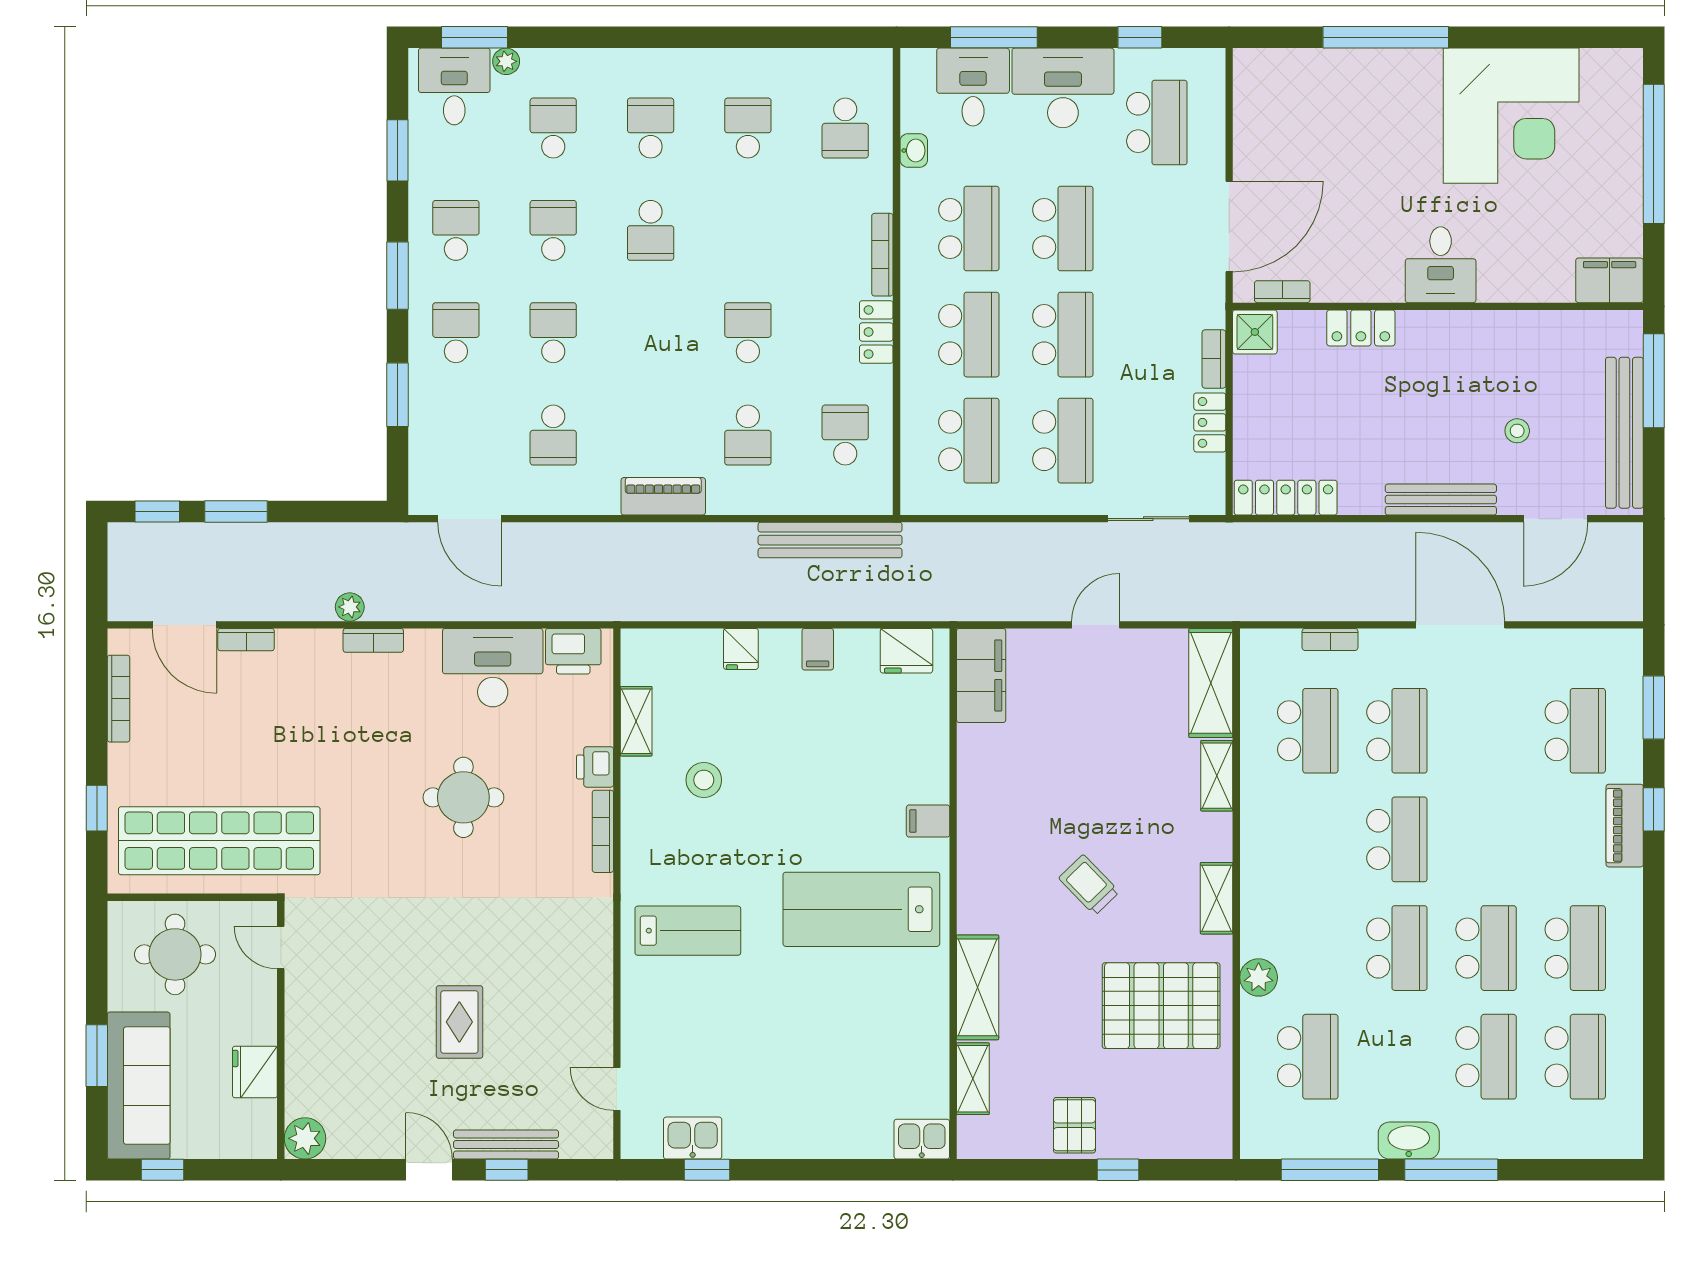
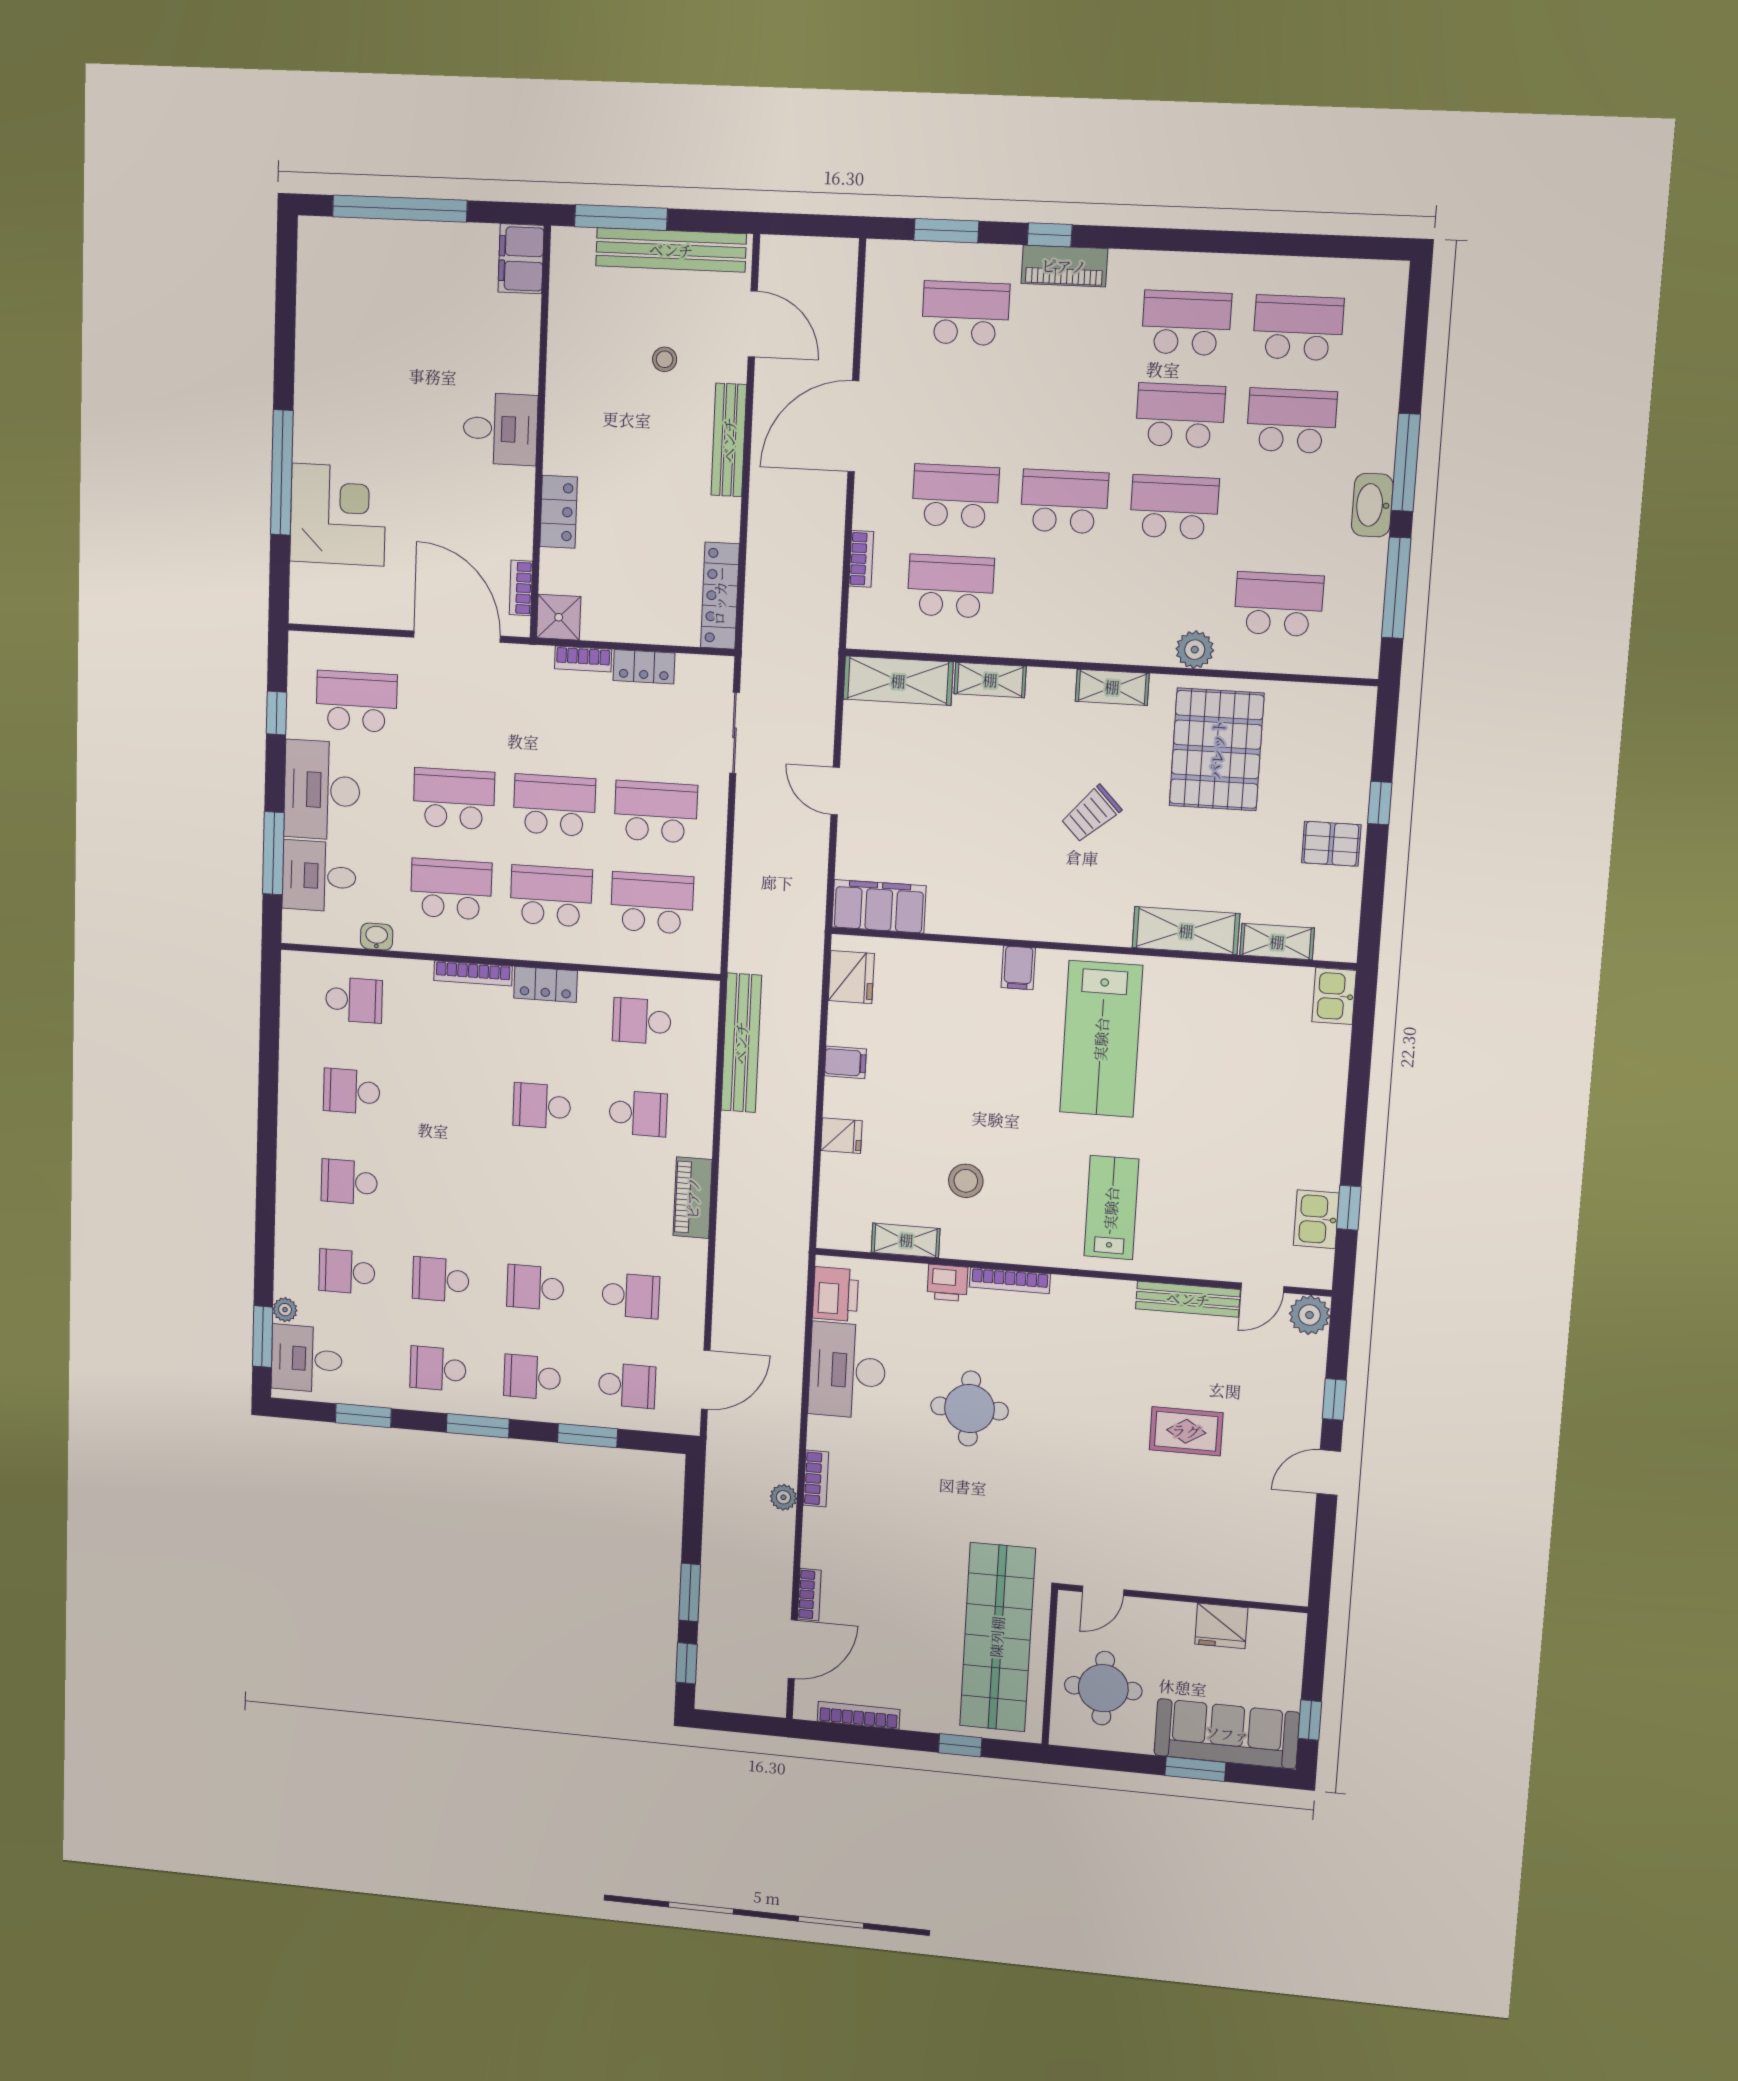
corner desk: (1511, 116) -> (338, 515), moved, width x0.74, depth x0.74
school desk: (651, 230) -> (627, 1385), moved
plant: (305, 1138) -> (1309, 1315), moved
bench: (506, 1144) -> (1188, 1299), moved, turned 90

